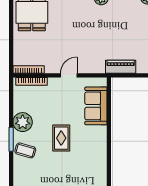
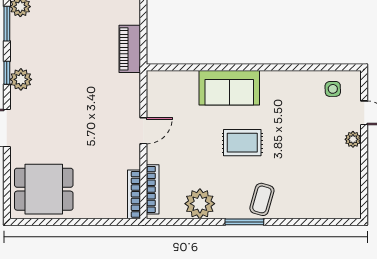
door: (69, 75) -> (143, 131), swing flipped
sofa: (96, 106) -> (229, 88), moved
plant: (23, 122) -> (200, 204), moved

